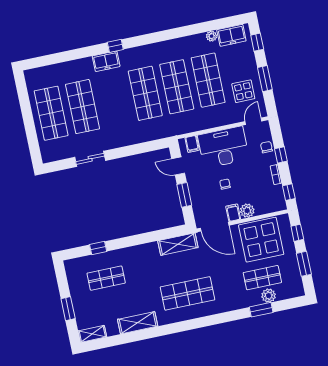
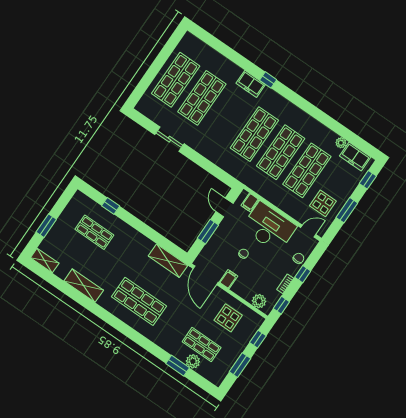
plant: (247, 211) -> (259, 301), moved
display table: (261, 240) -> (228, 318), width x0.54, depth x0.54

